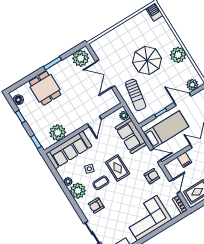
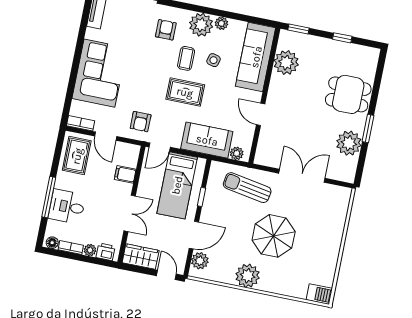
plant: (81, 58) -> (349, 143), moved
floor lamp: (18, 100) -> (363, 53), removed

